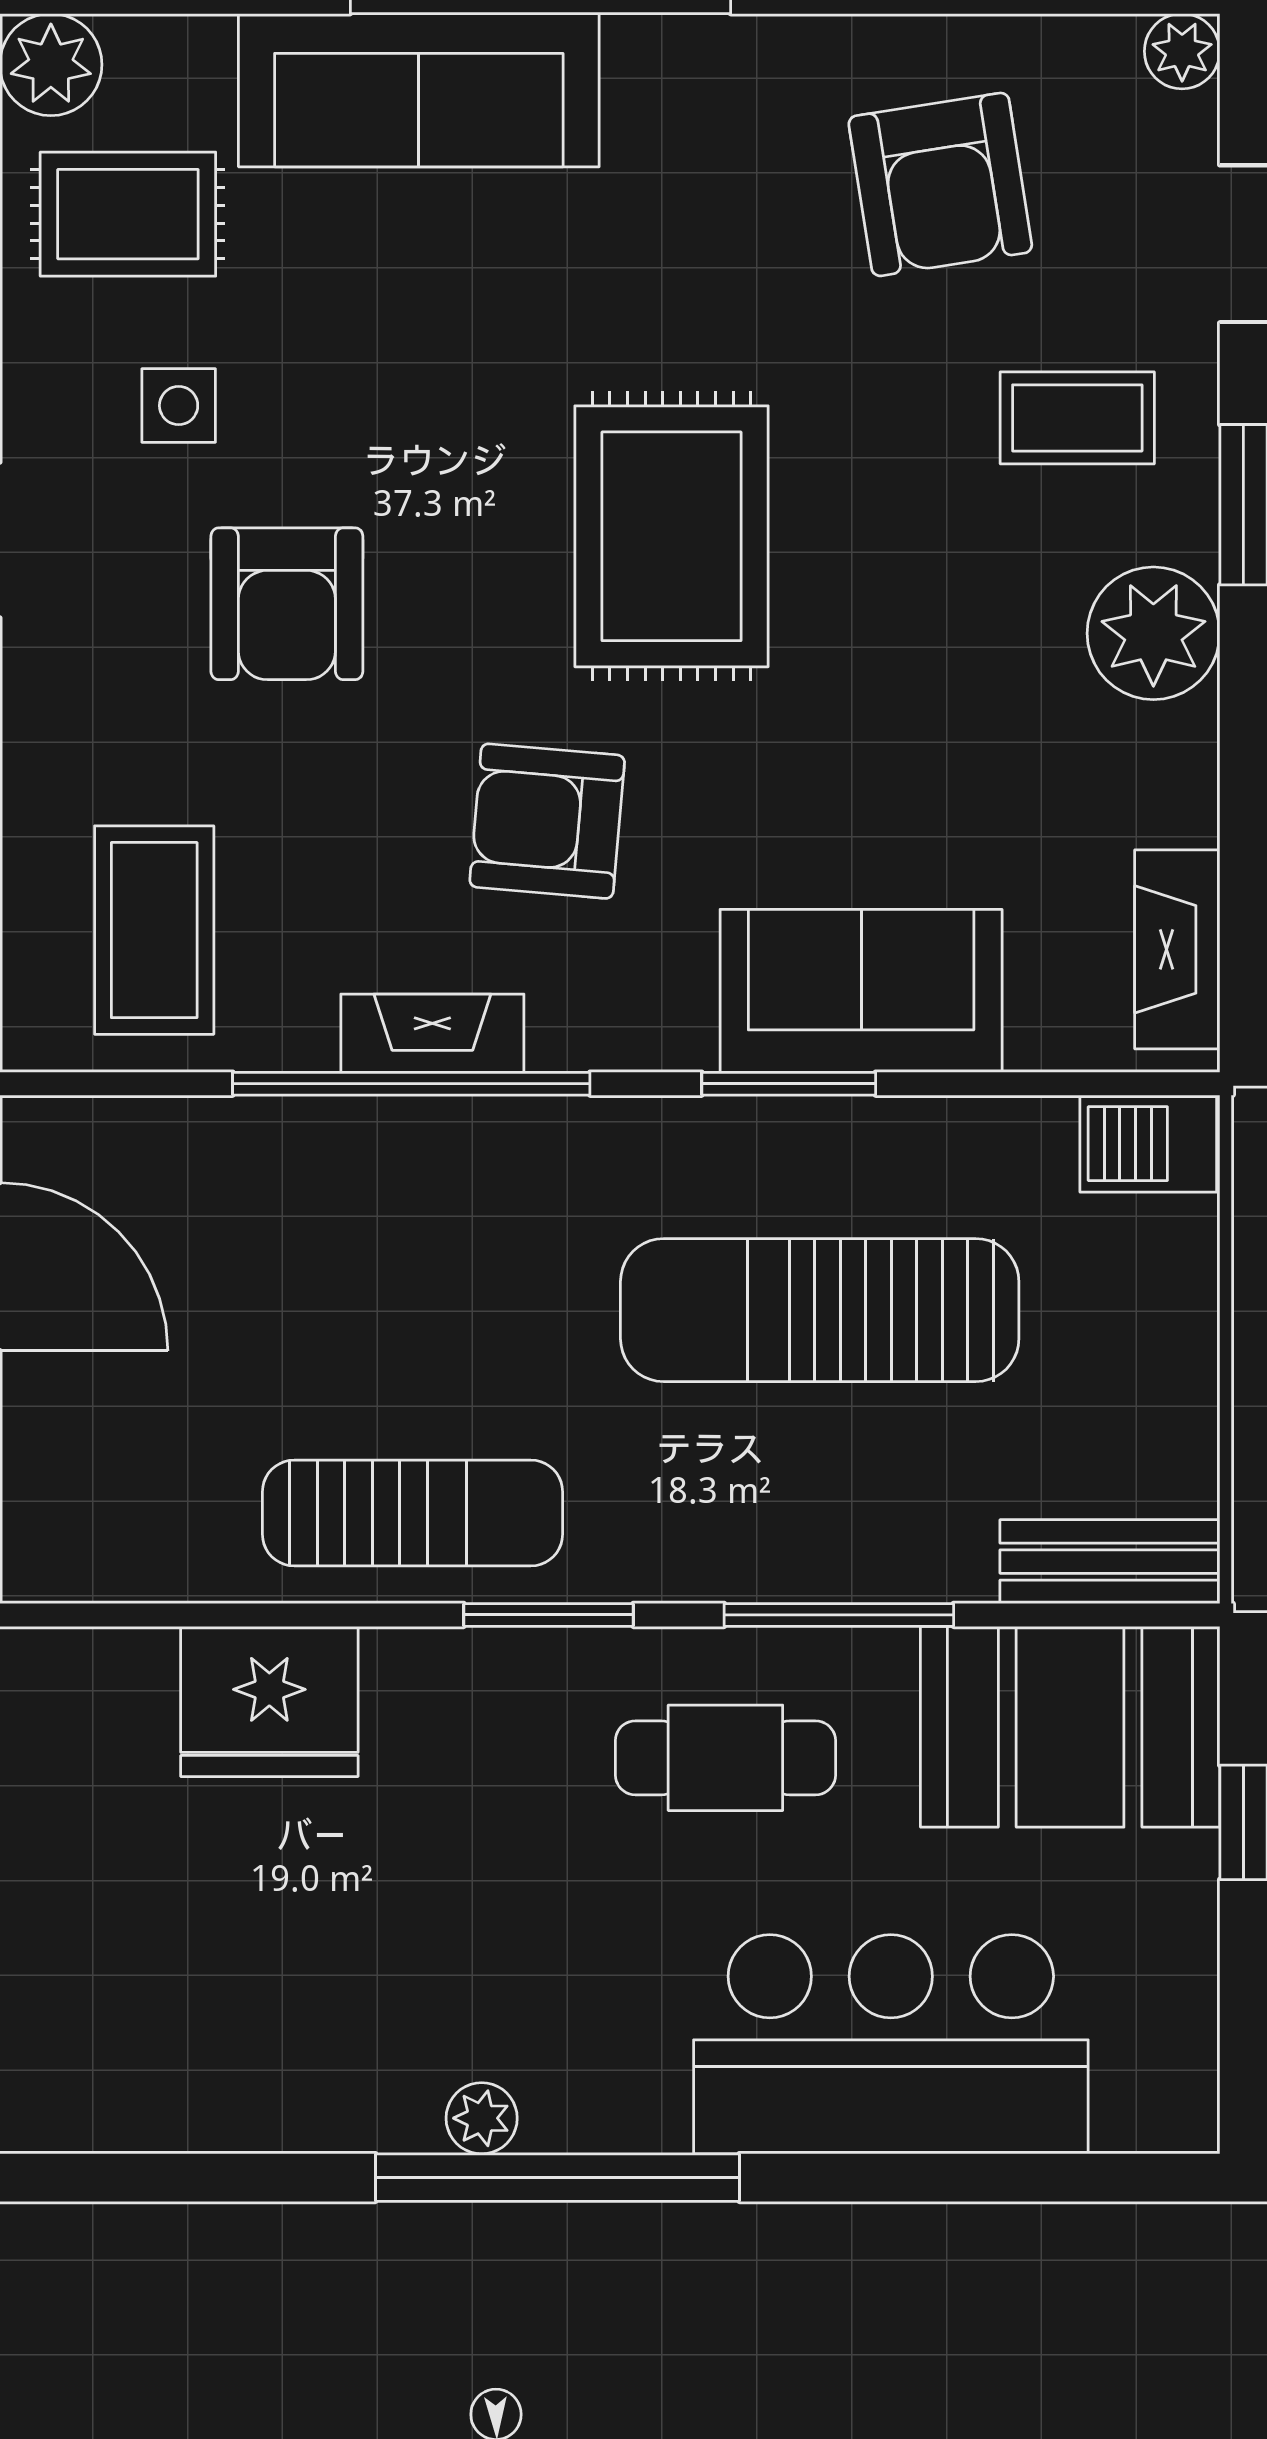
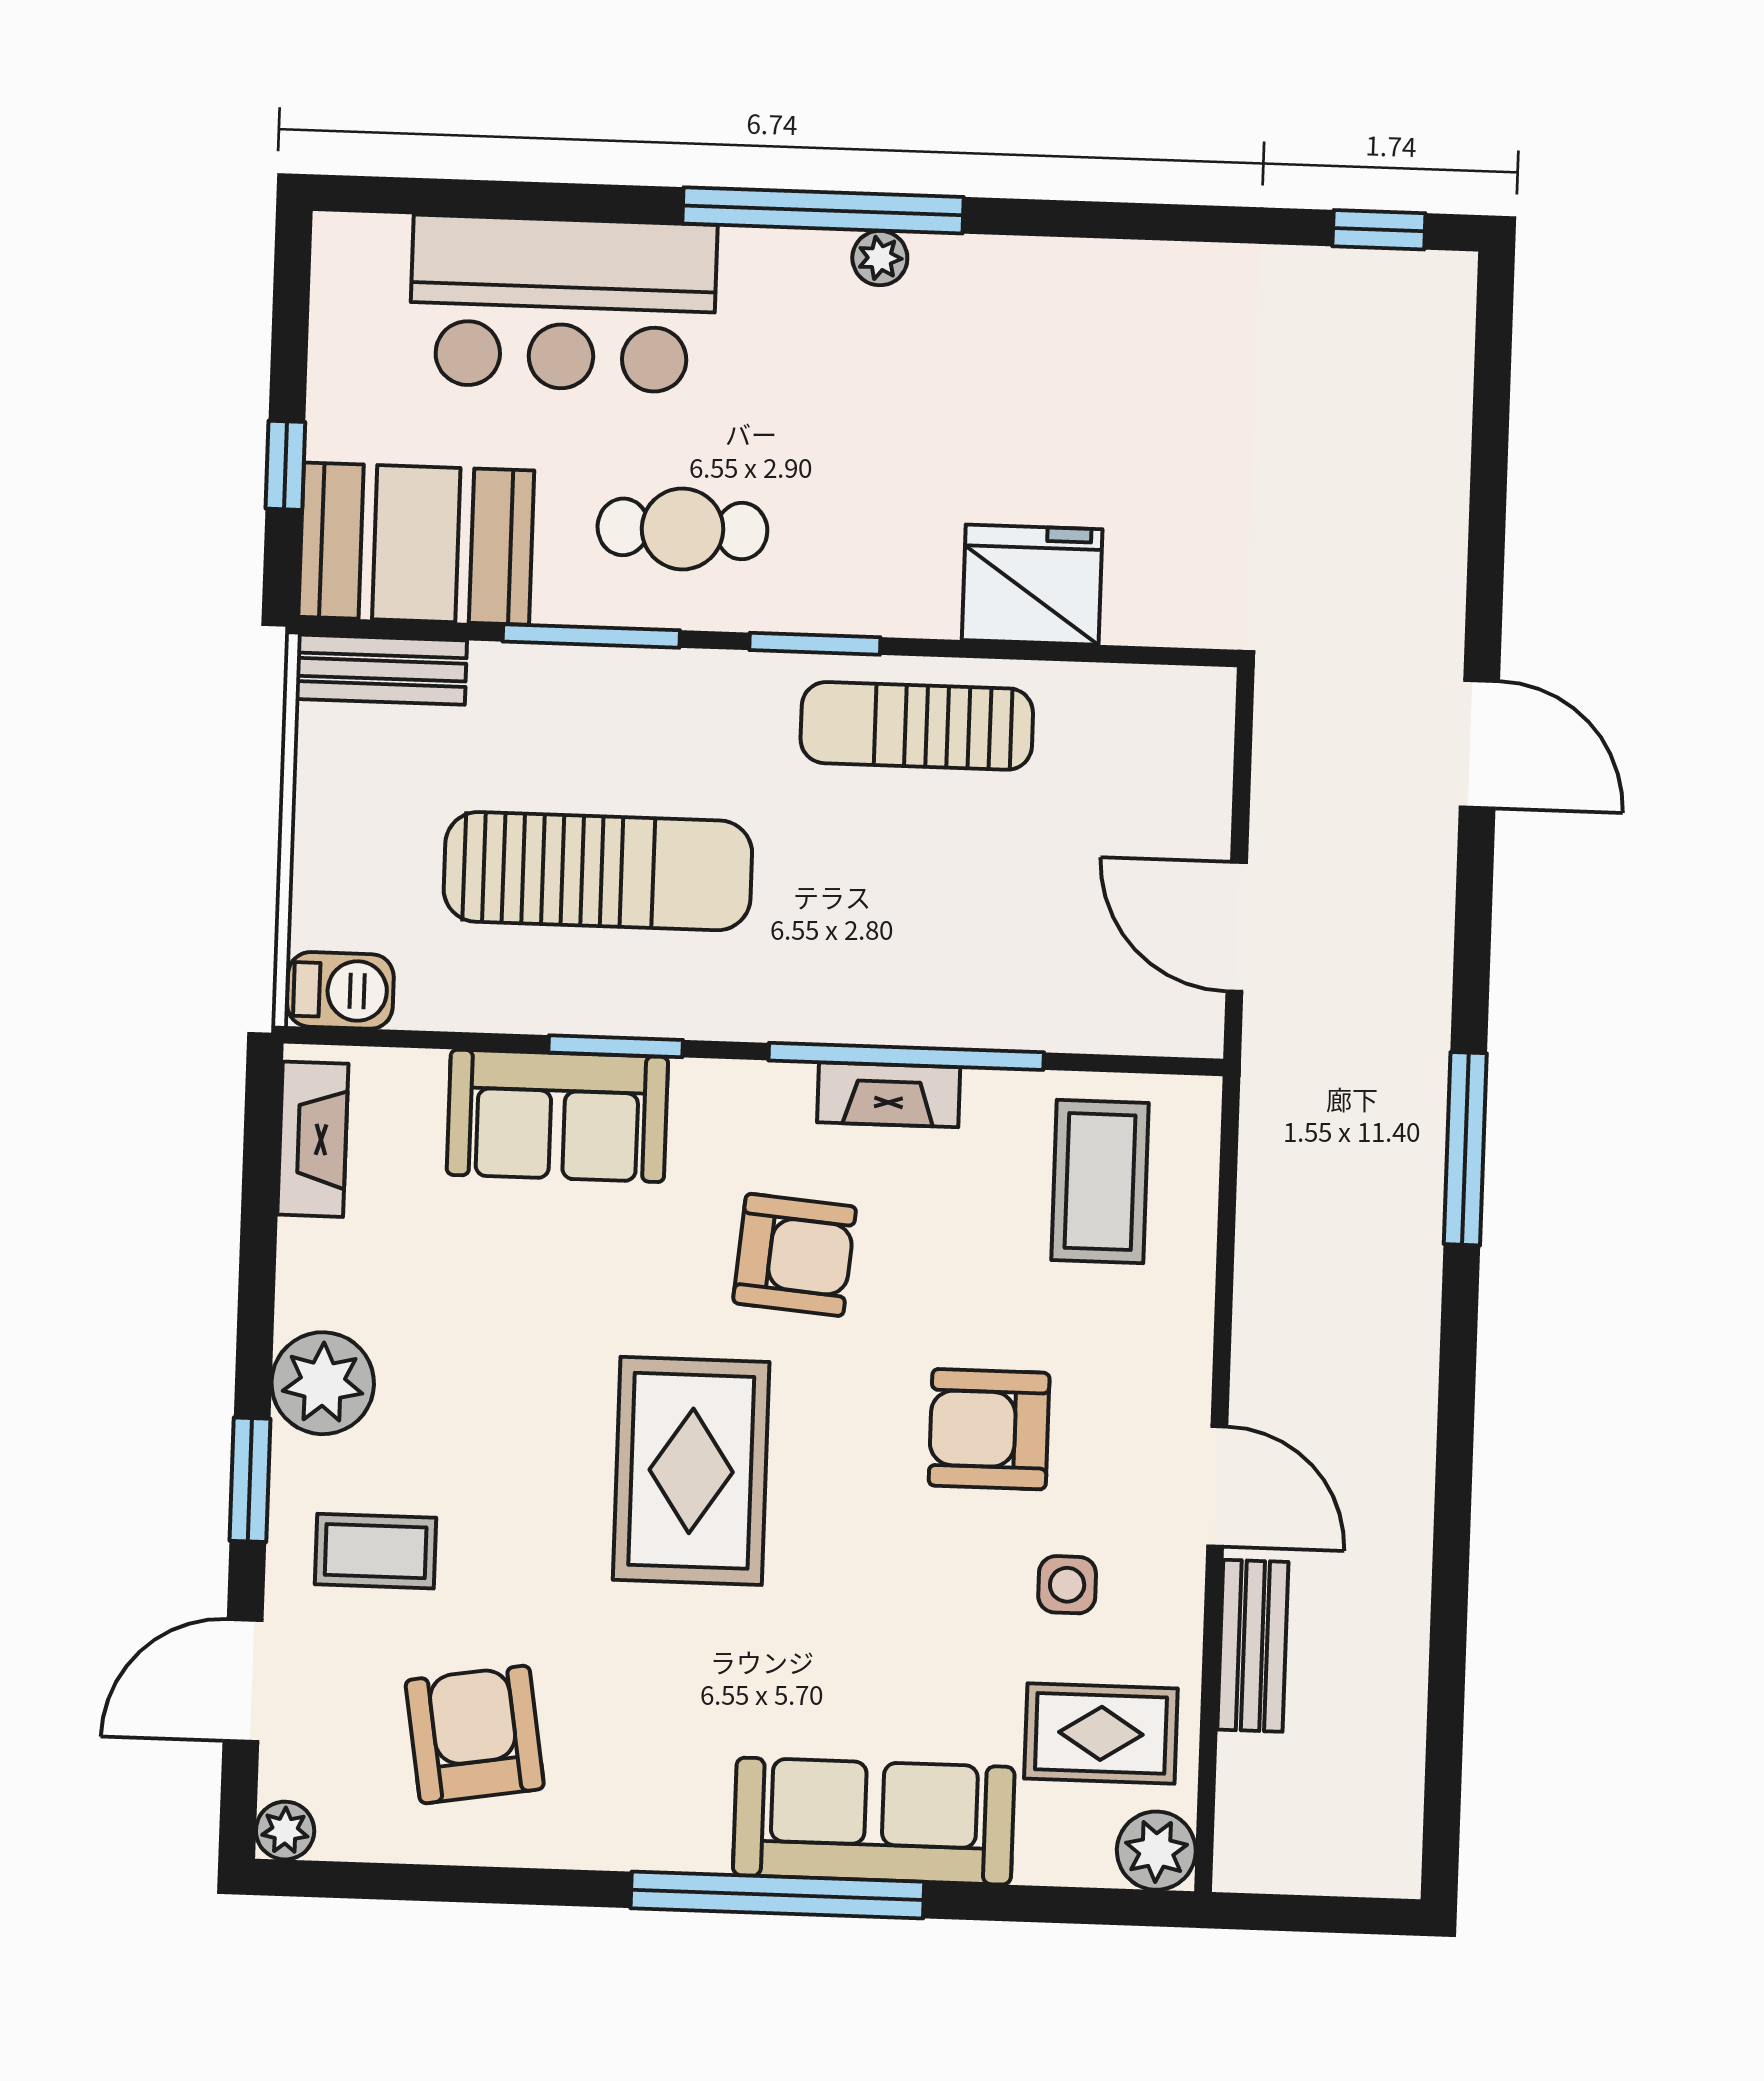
armchair: (287, 604) -> (989, 1429), turned -90

